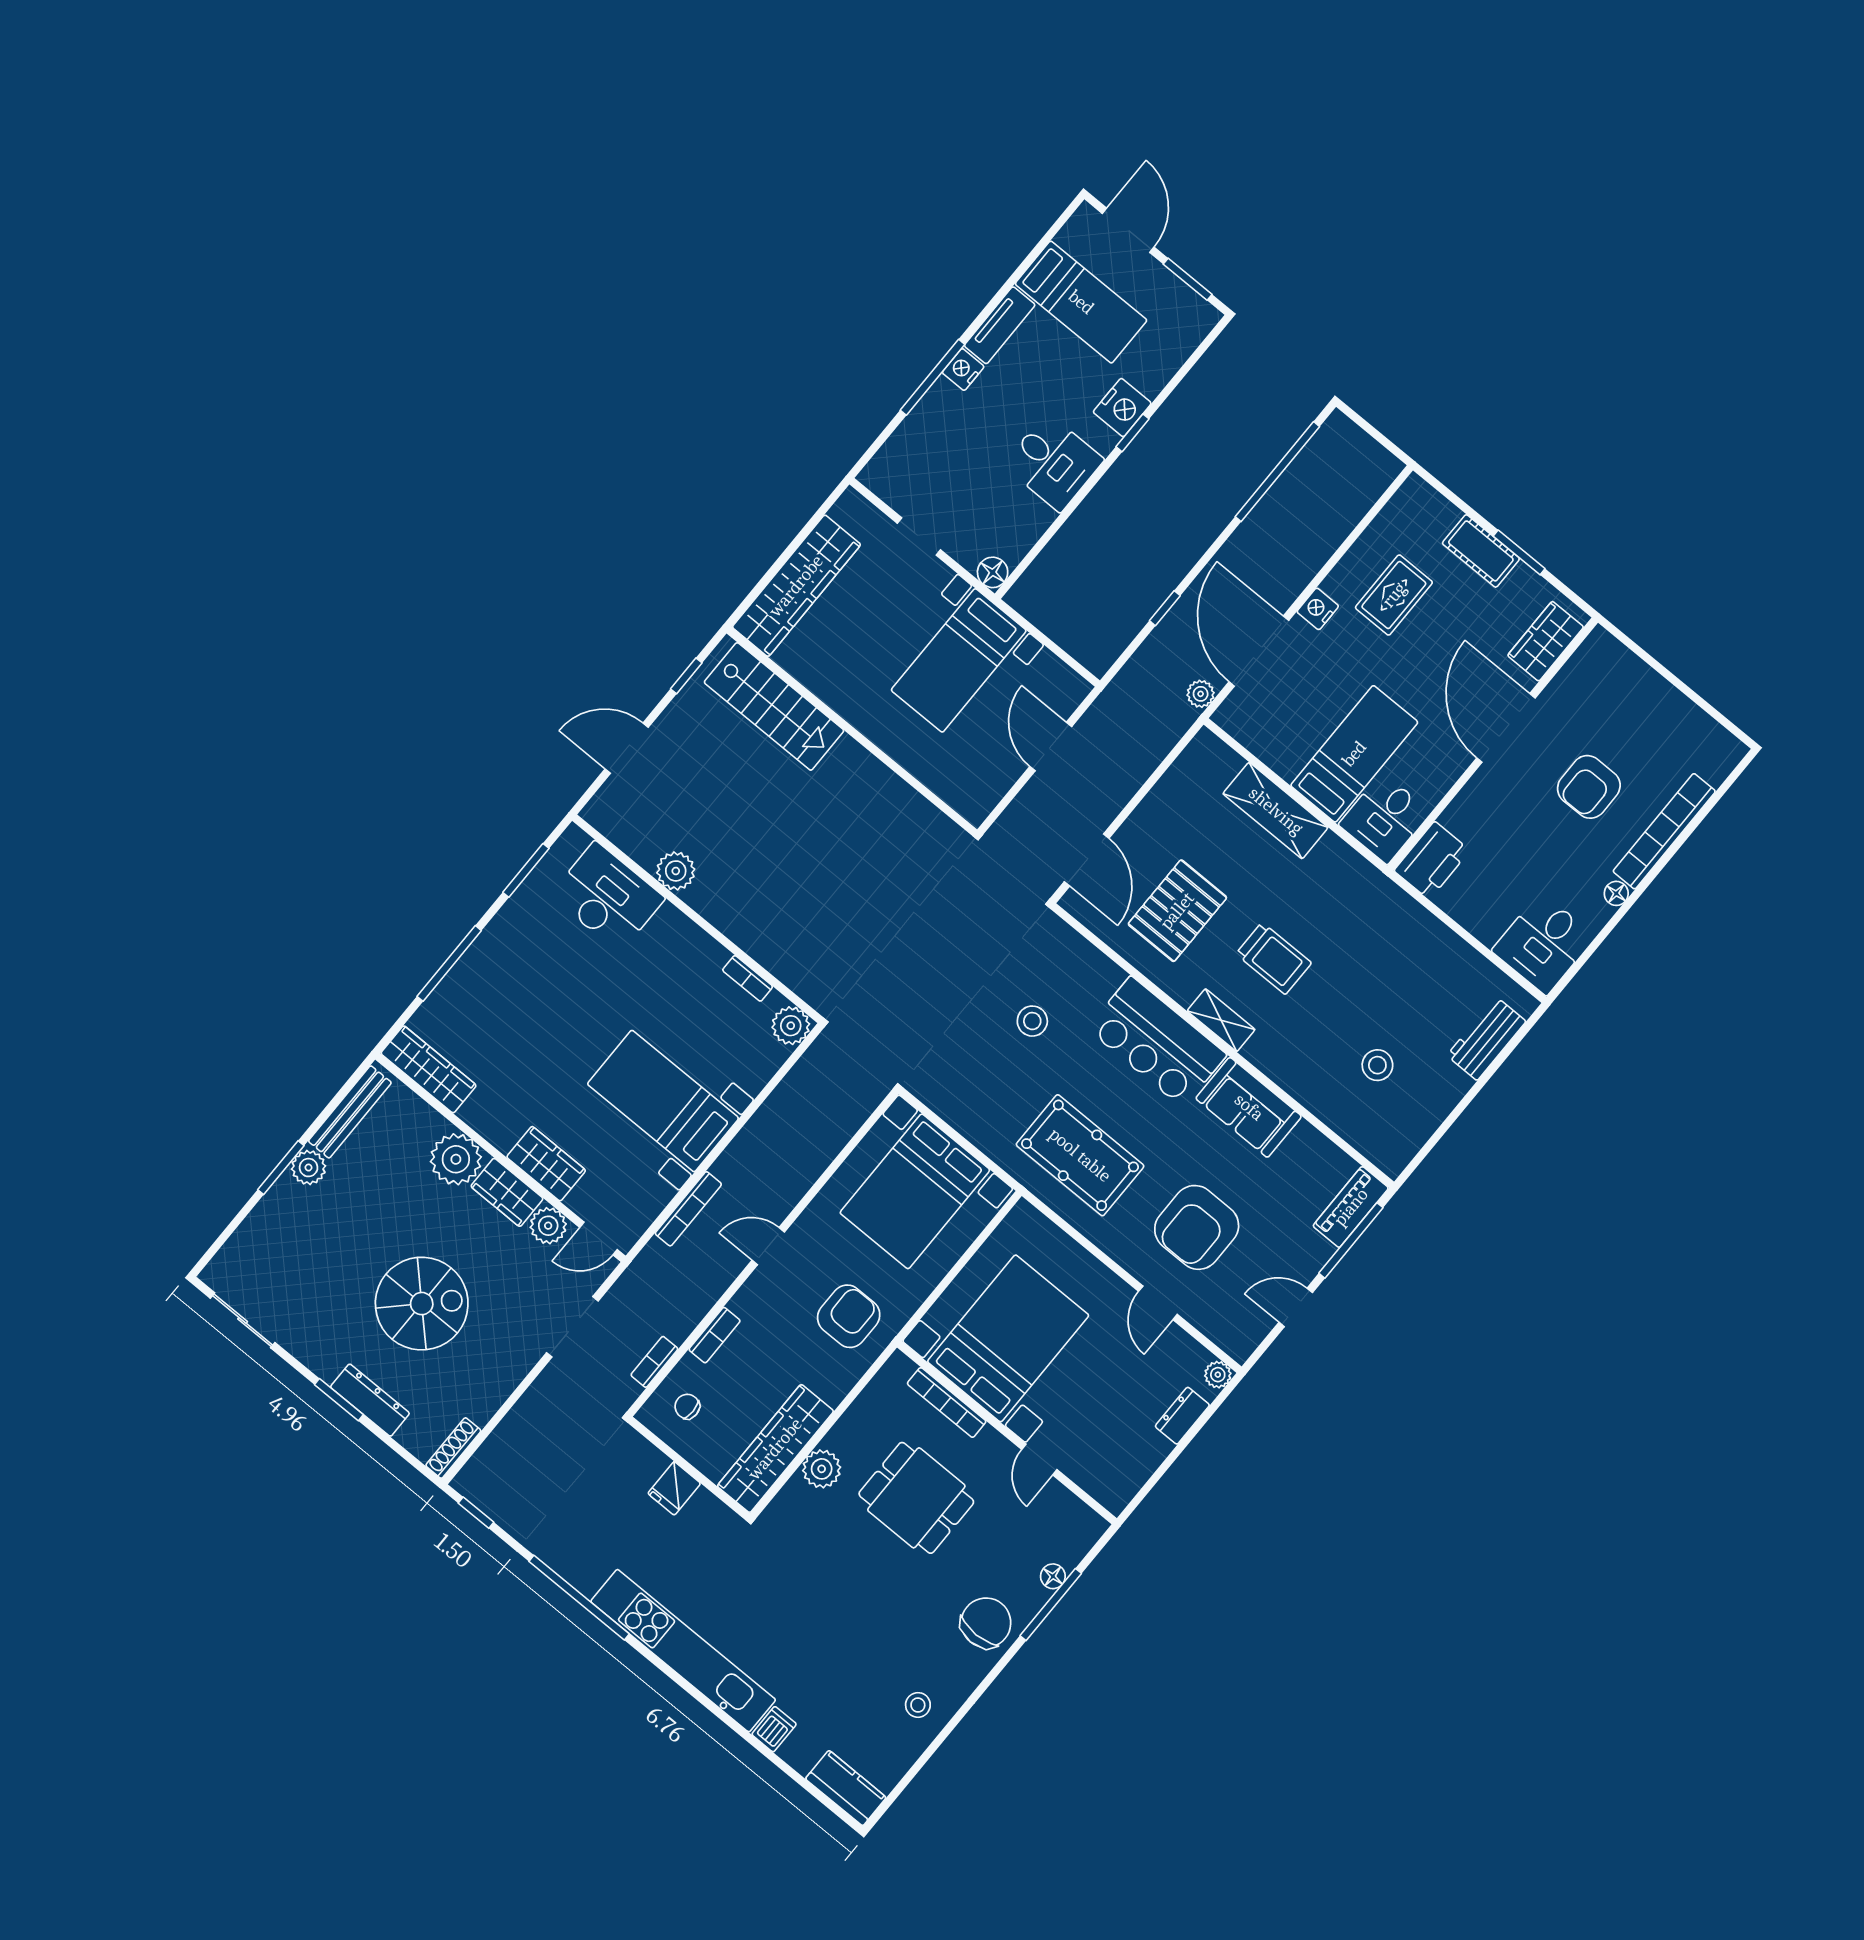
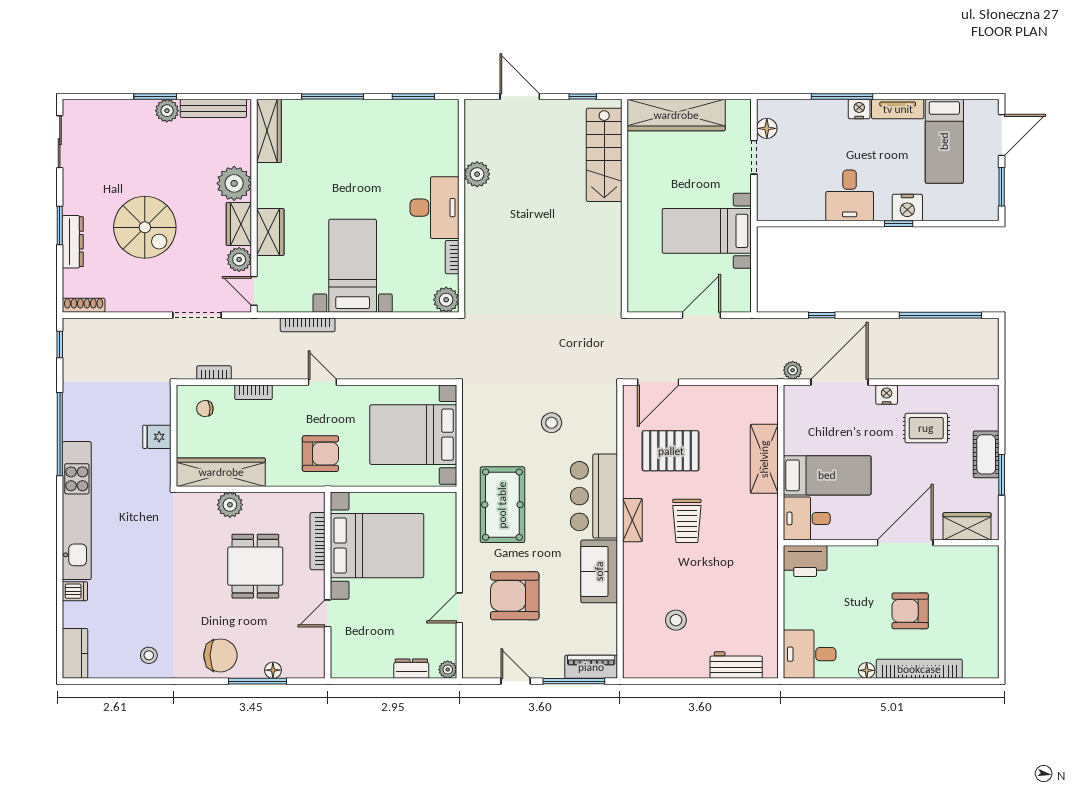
floor lamp: (993, 572) -> (767, 128), moved
desk: (607, 897) -> (435, 208), moved
chair: (687, 1406) -> (205, 409), turned -94

